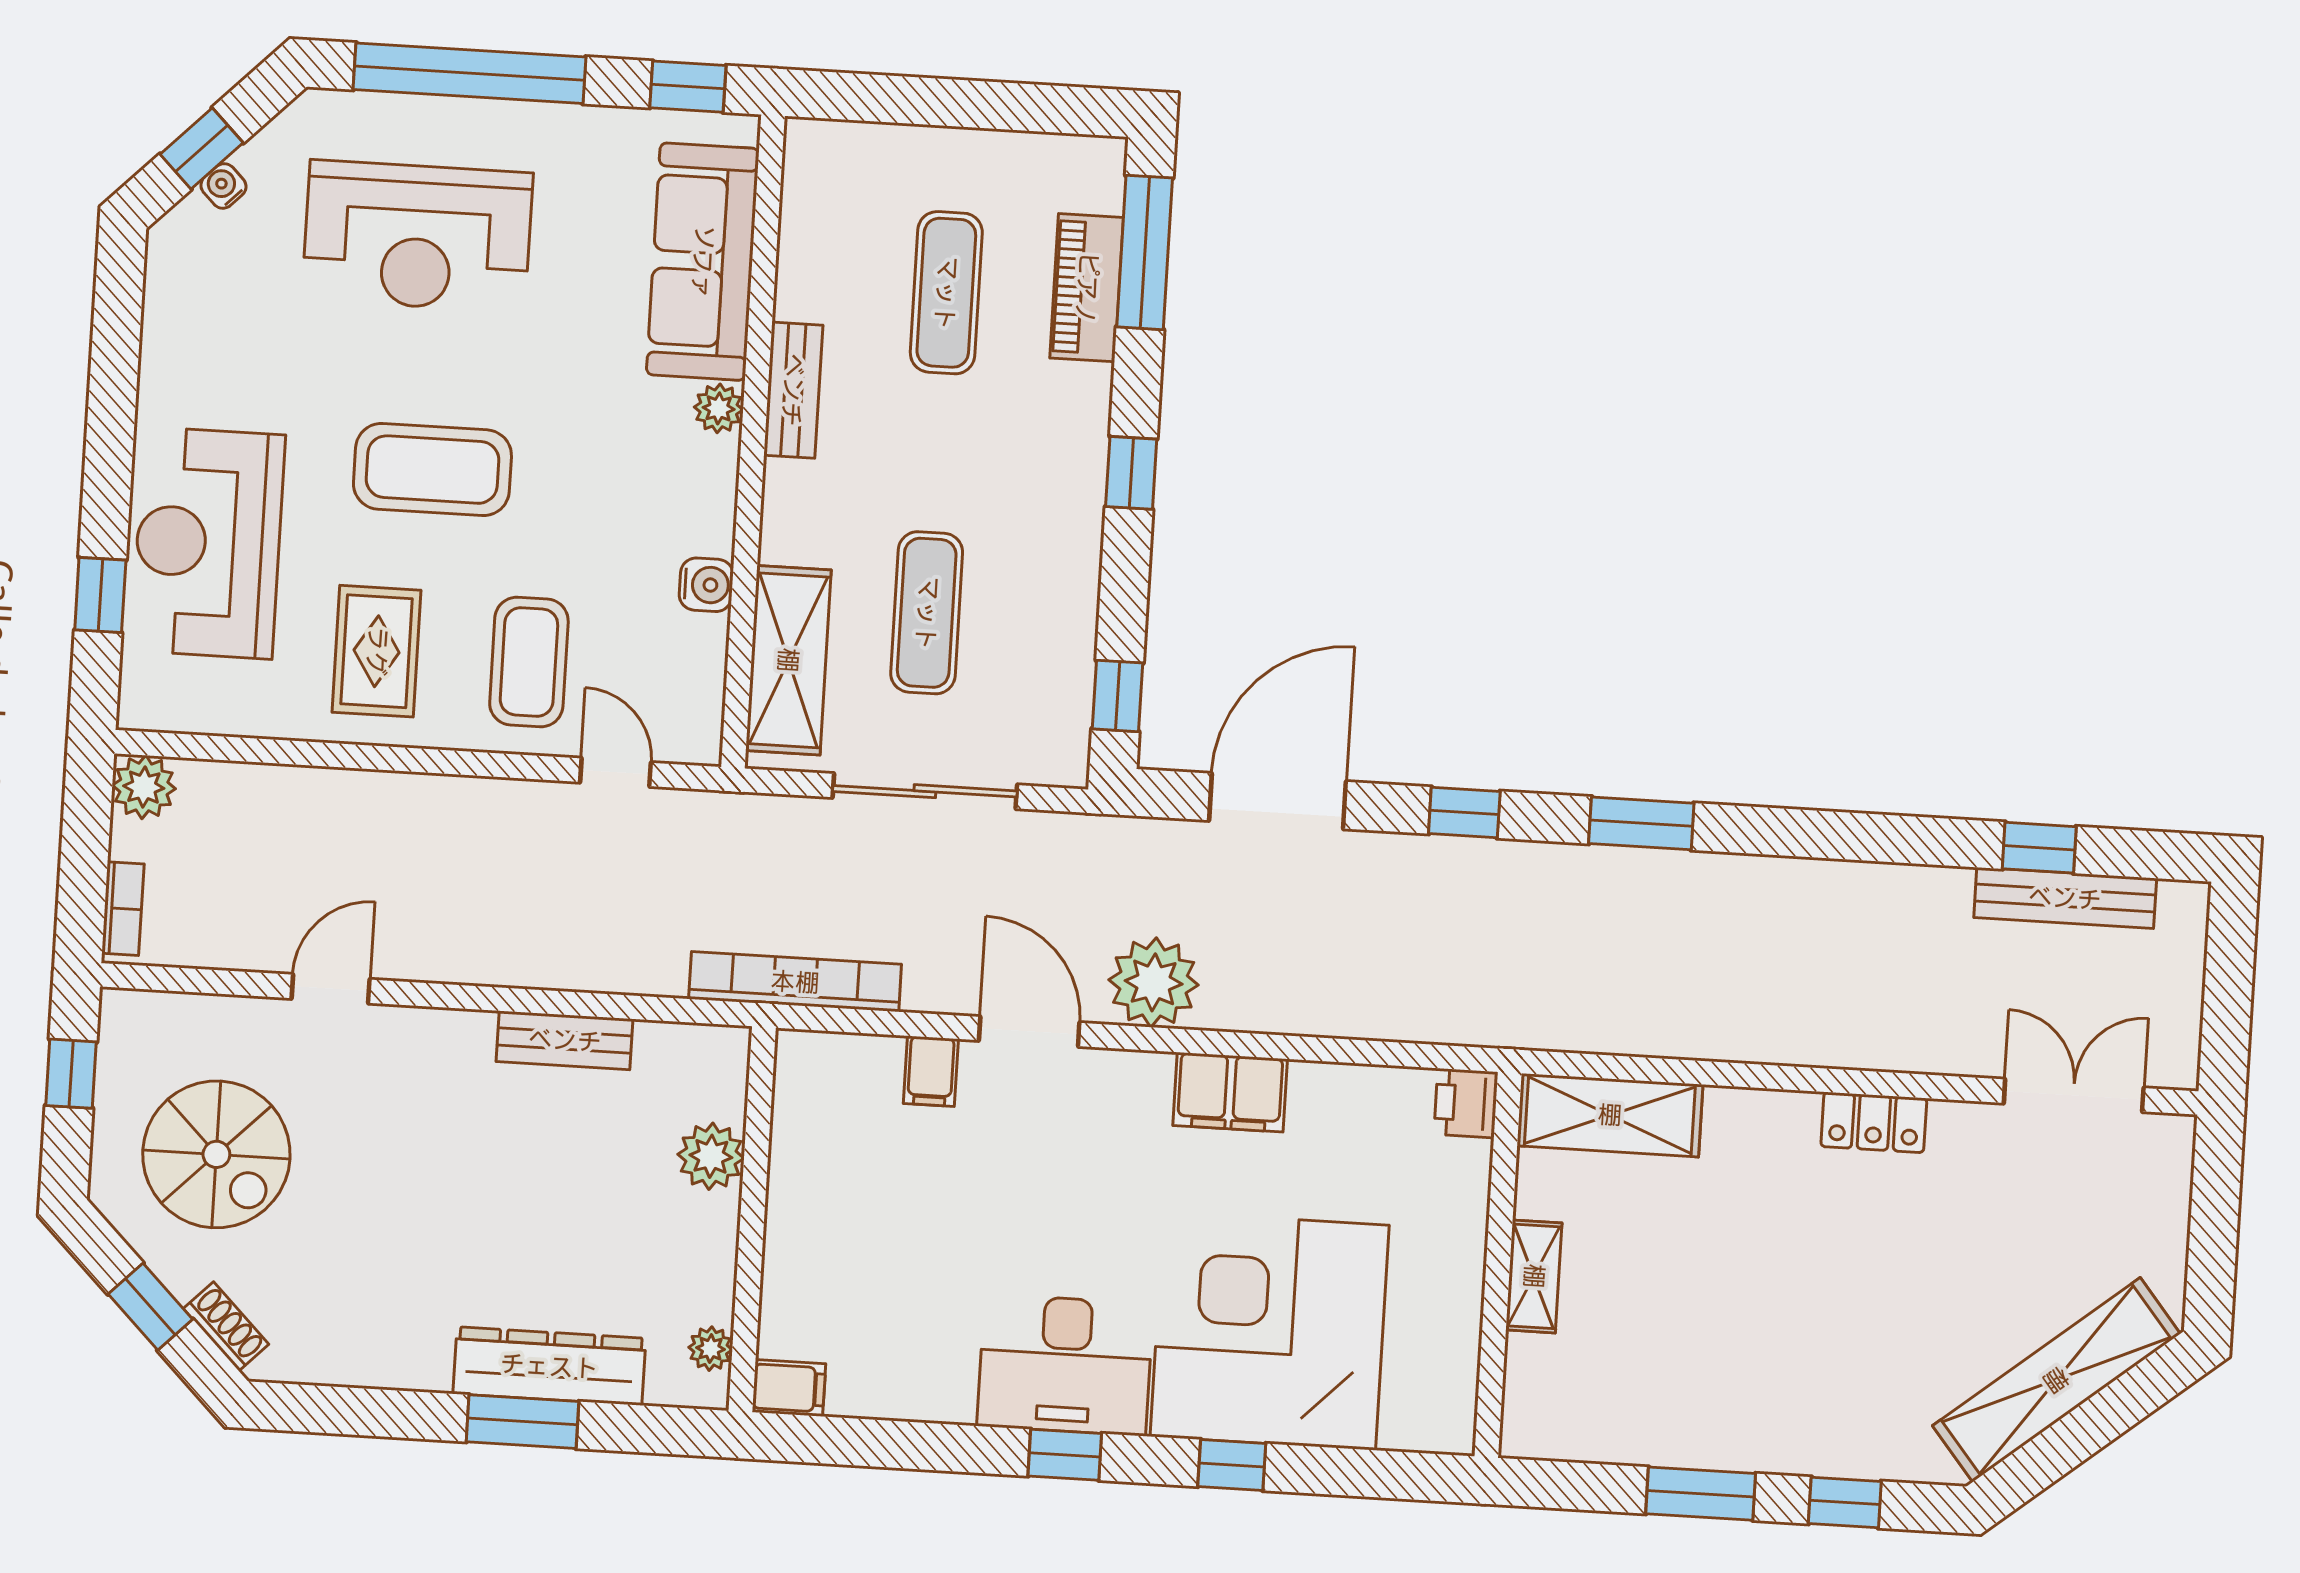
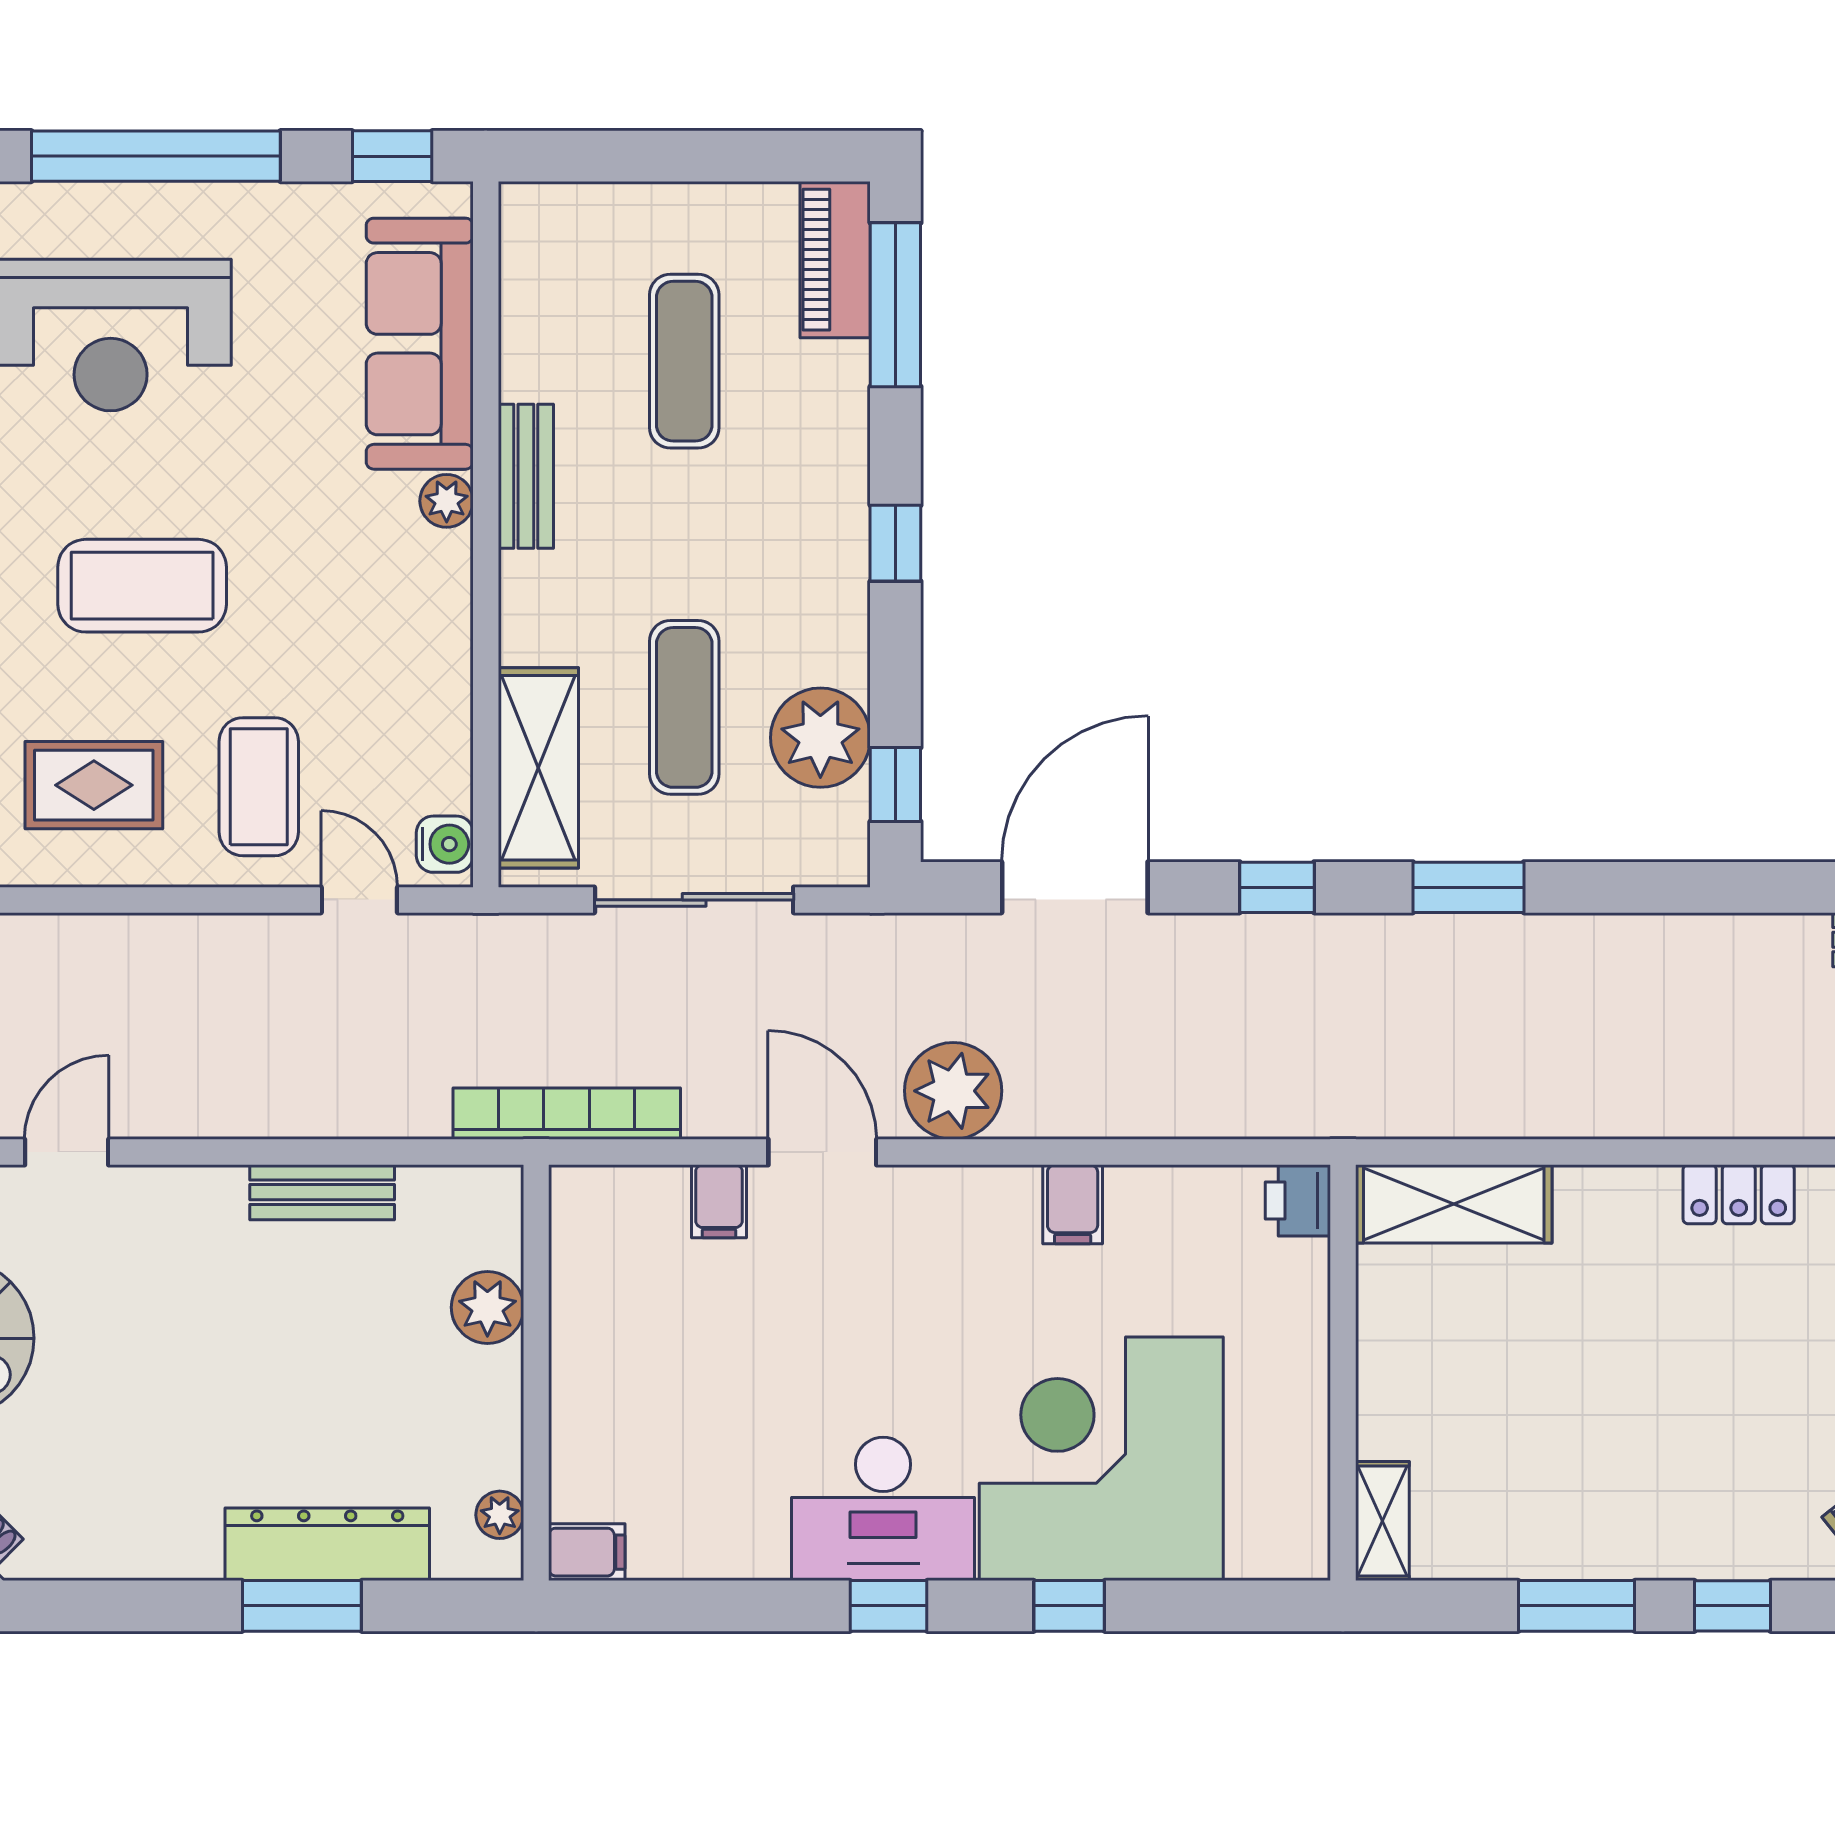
piano: (1087, 288) -> (835, 260), moved
water cooler: (706, 585) -> (445, 844), moved
plant: (1051, 648) -> (820, 738), added
rug: (377, 651) -> (94, 785), turned 90
filing cabinet: (1230, 1092) -> (1073, 1204), width x0.50
shelving: (1534, 1276) -> (1382, 1521), moved

